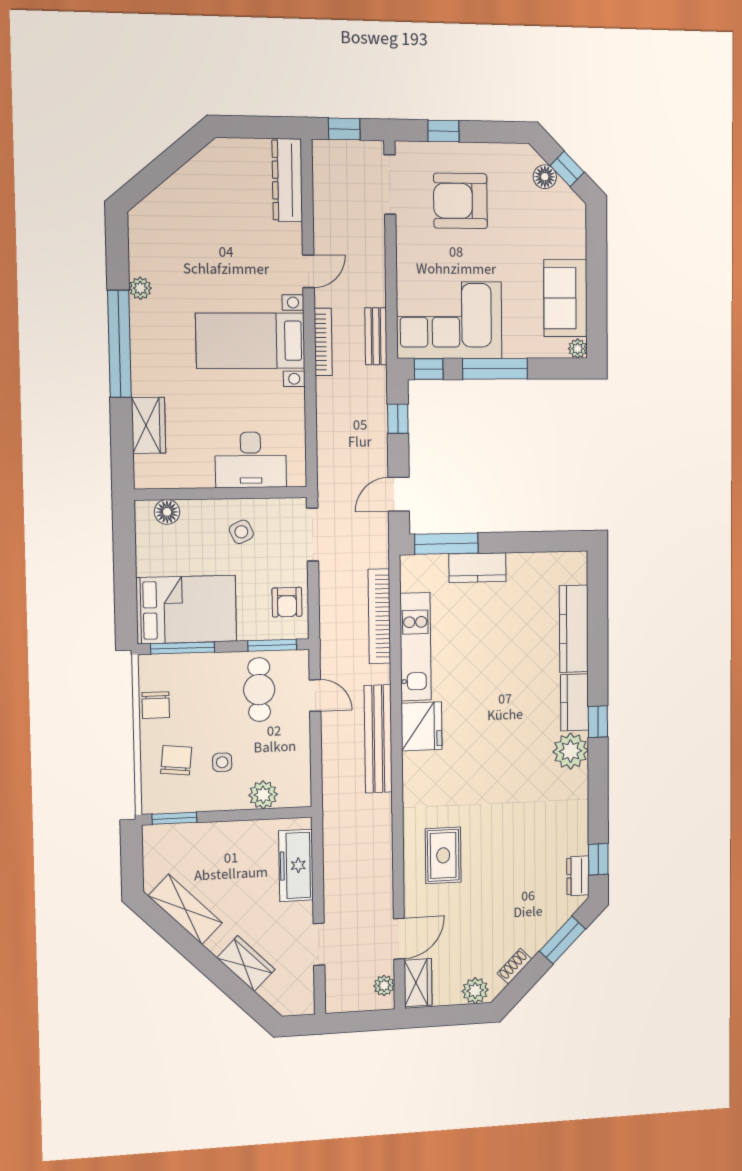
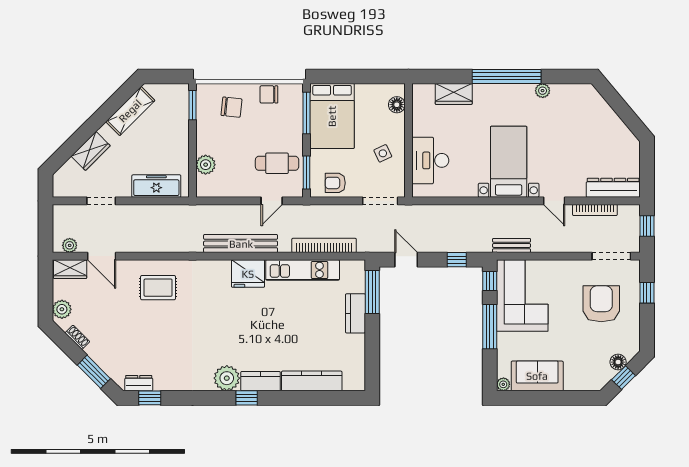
bookcase: (323, 342) -> (595, 210), moved
side table: (222, 762) -> (229, 138), removed

